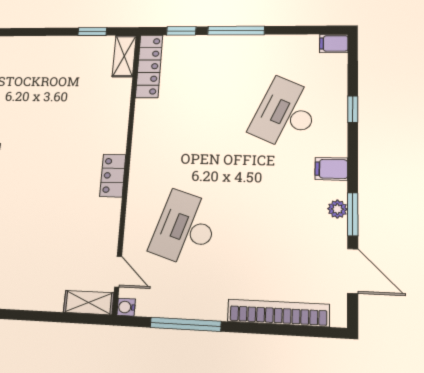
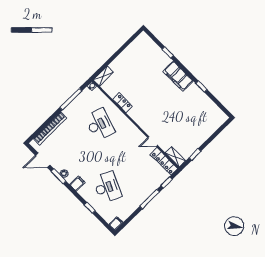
locker: (113, 176) -> (122, 103), moved
door: (118, 272) -> (153, 142), moved

